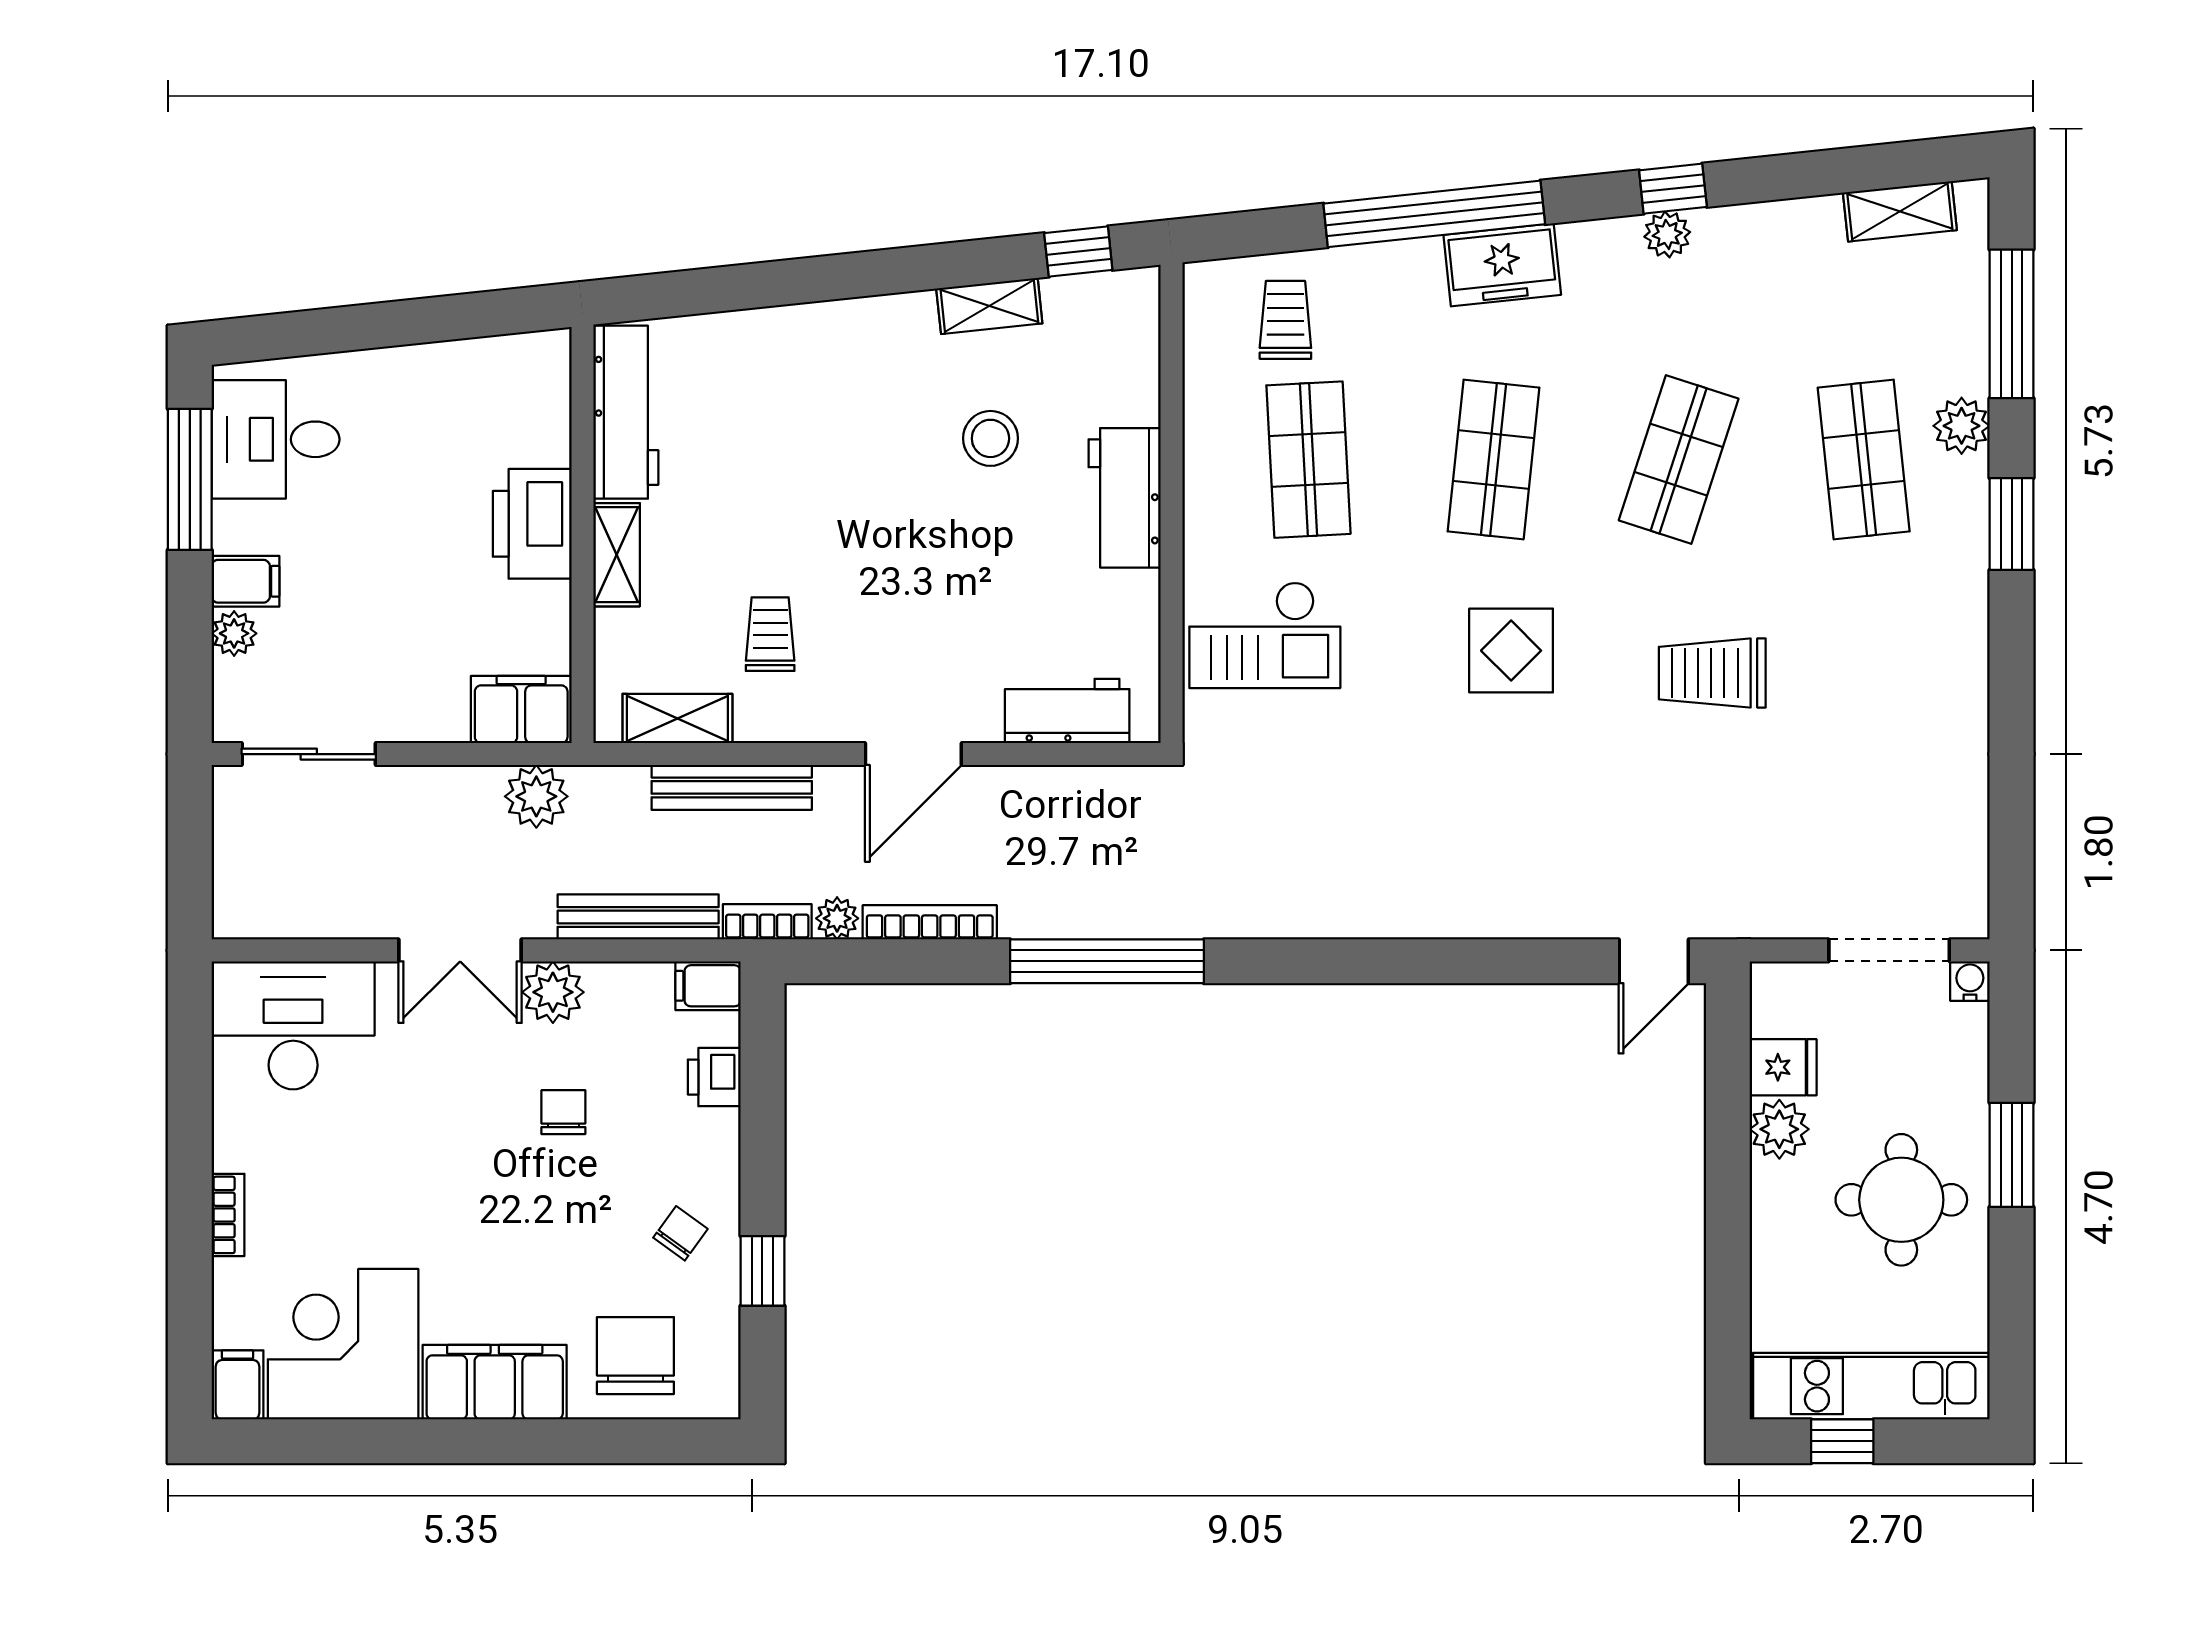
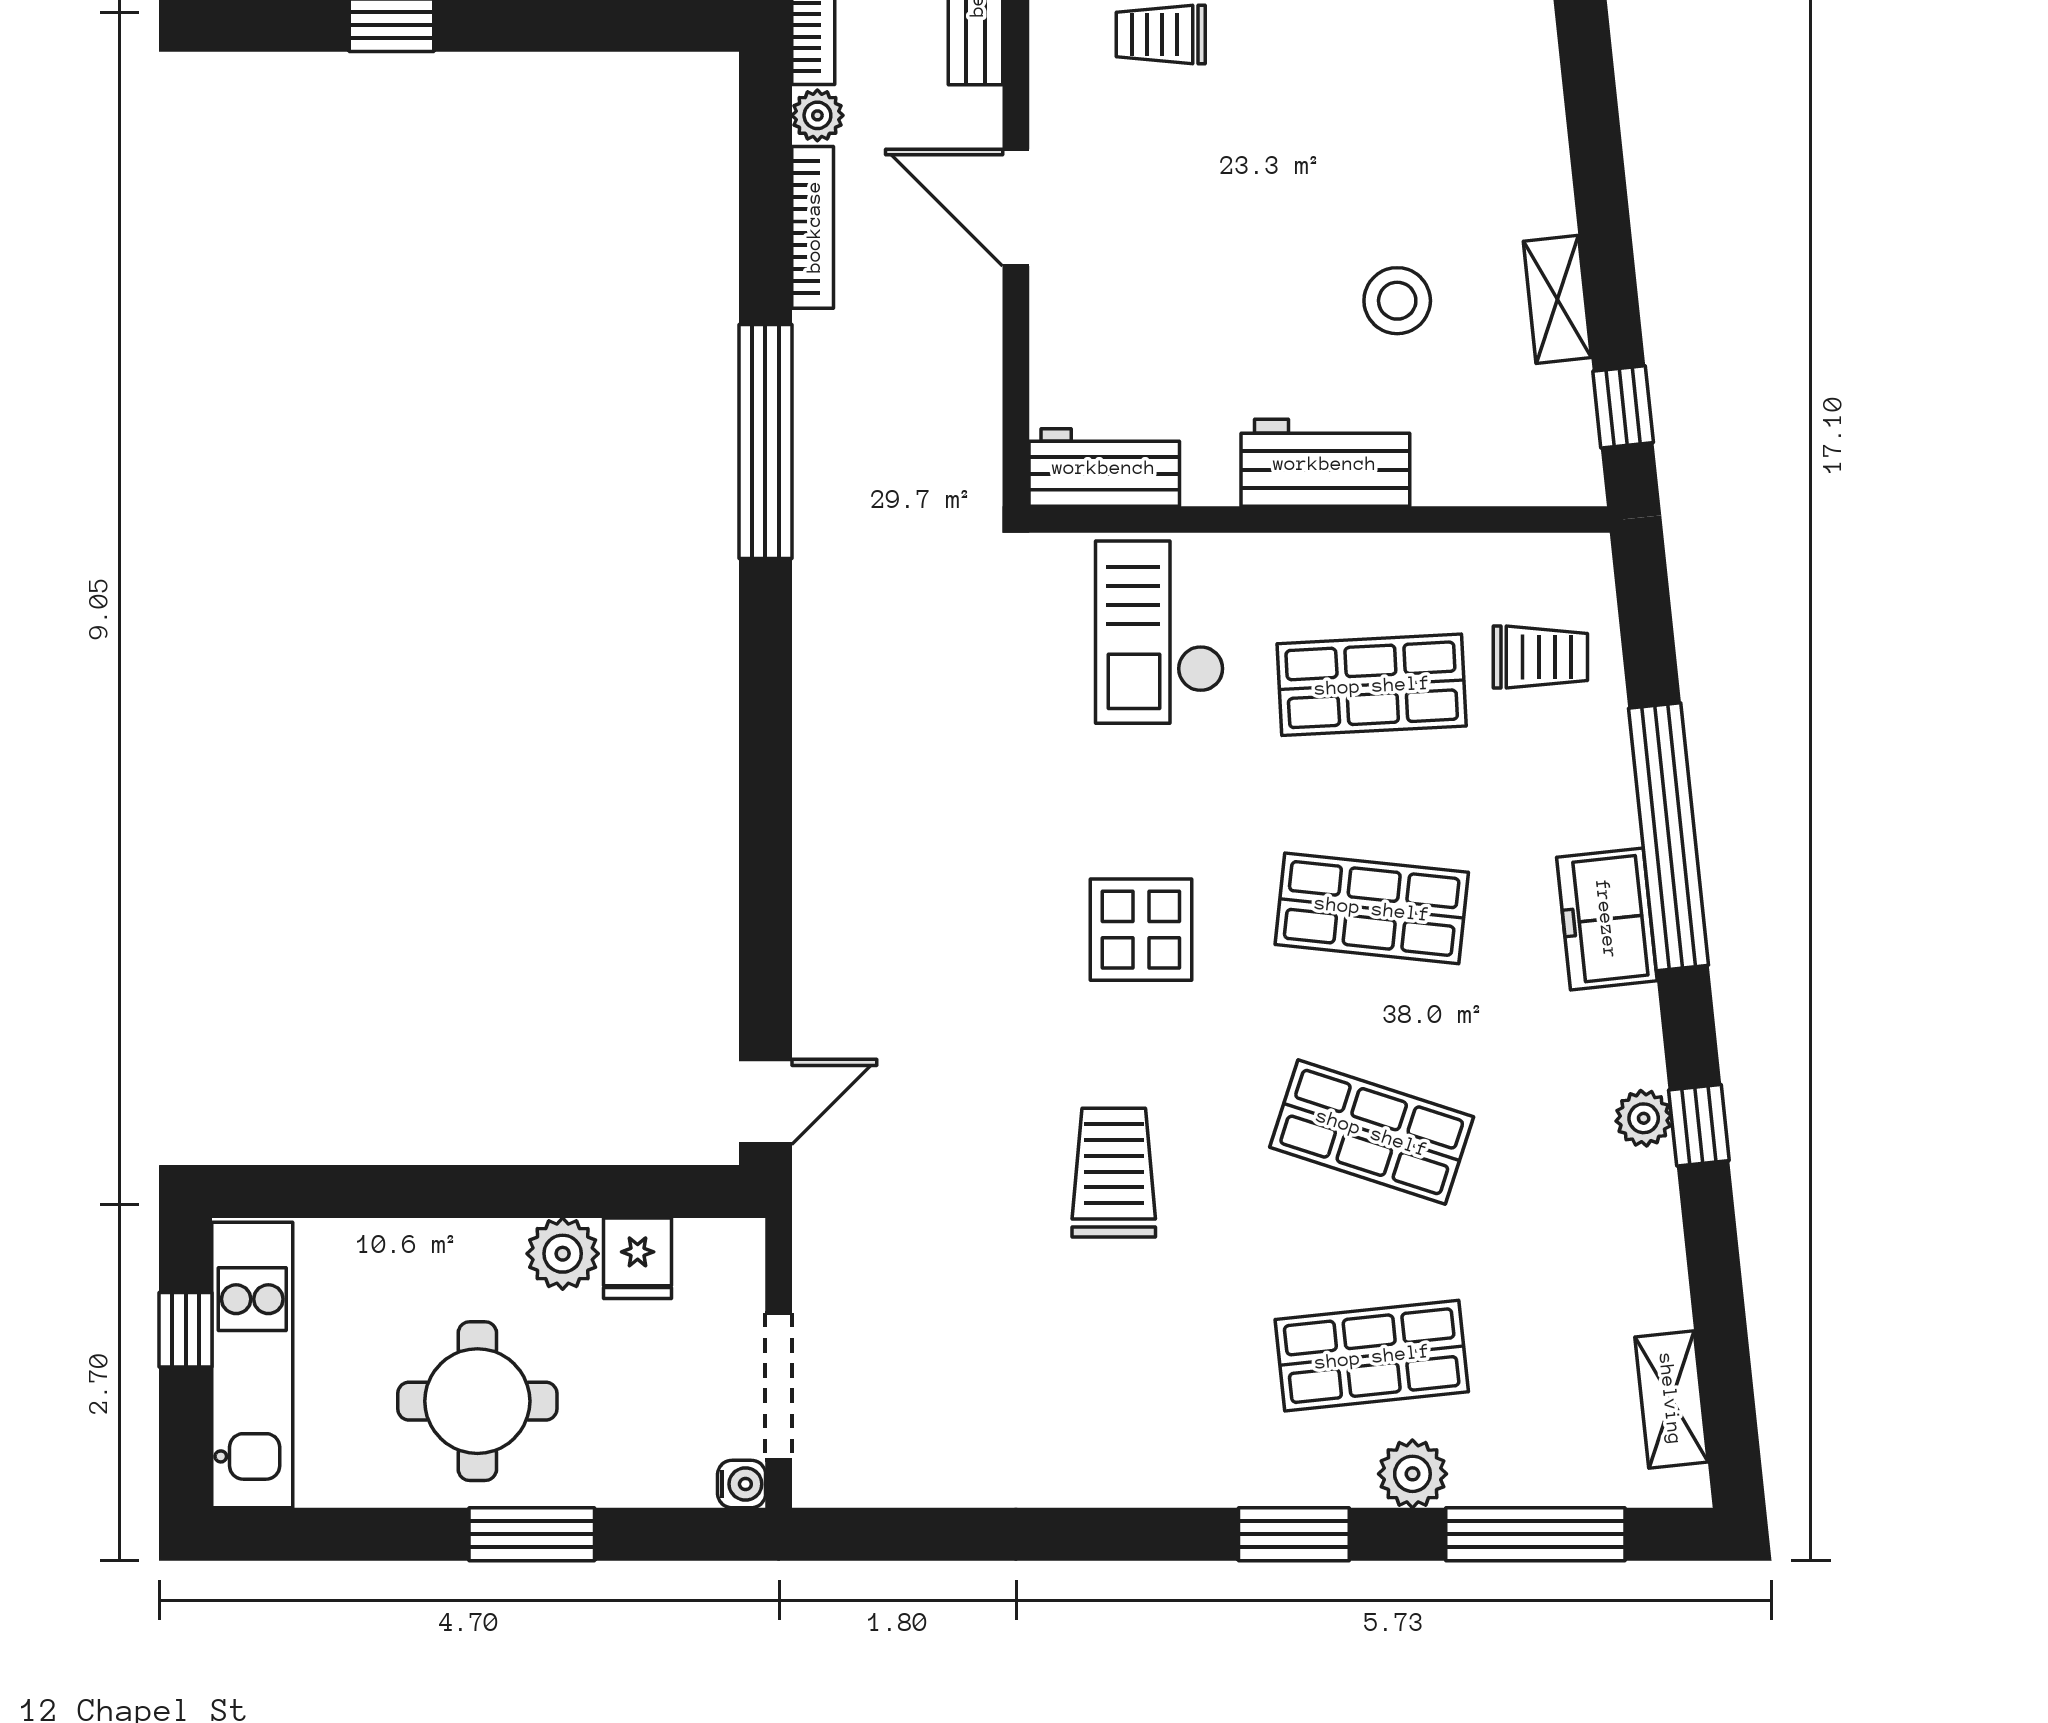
trolley: (770, 634) -> (1161, 34), turned 180
workbench: (1067, 711) -> (1104, 467), moved, turned -90
door: (1654, 961) -> (765, 1102), swing flipped

